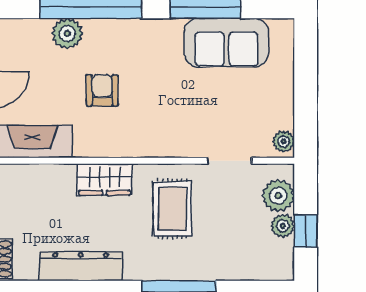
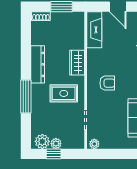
armchair: (102, 90) -> (107, 83), moved
plant: (278, 196) -> (42, 141), moved
dresser: (81, 266) -> (38, 64), moved

